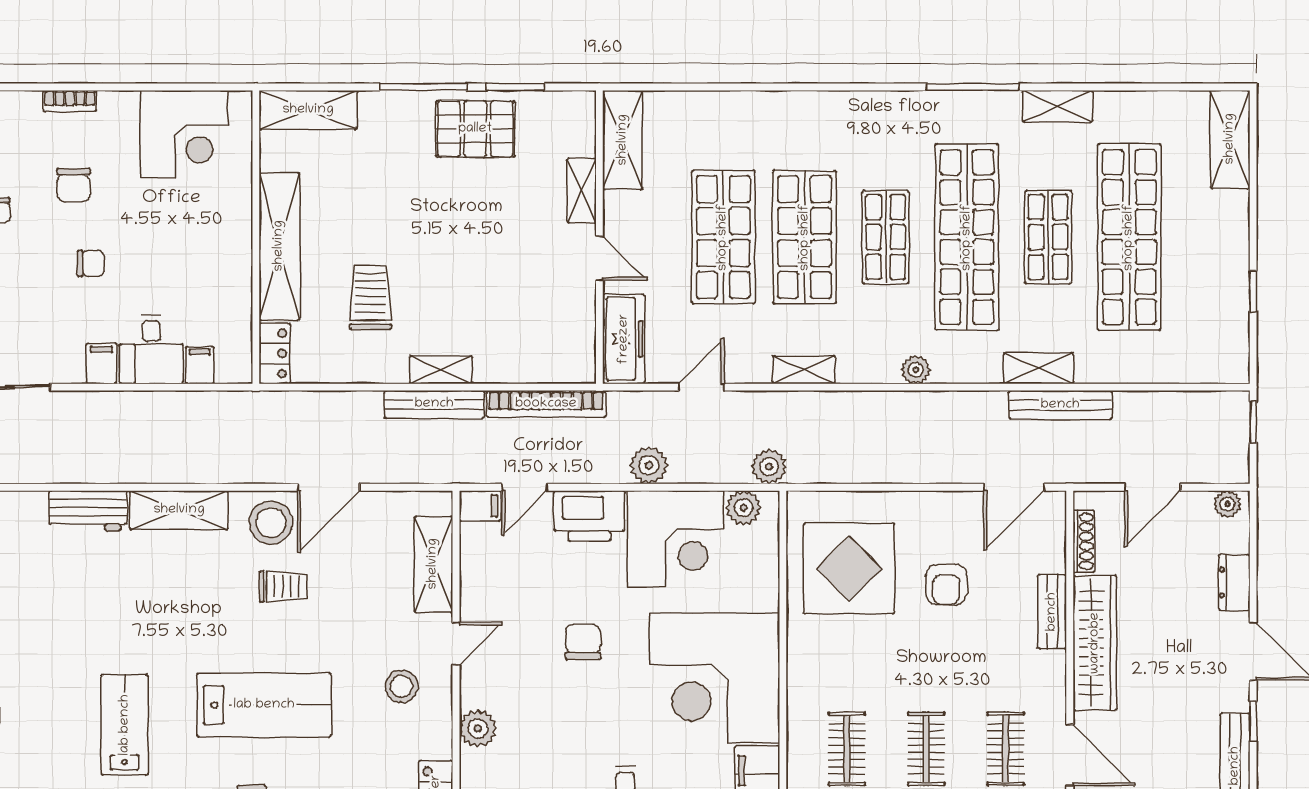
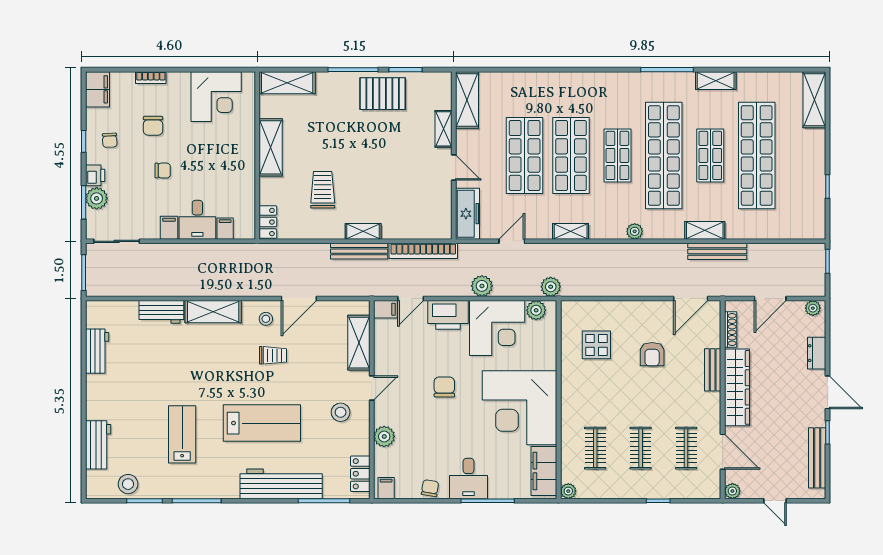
shelving: (279, 246) -> (271, 147), width x0.68
stool: (271, 523) -> (266, 319), width x0.53, depth x0.53
display table: (849, 568) -> (596, 345), width x0.54, depth x0.54

